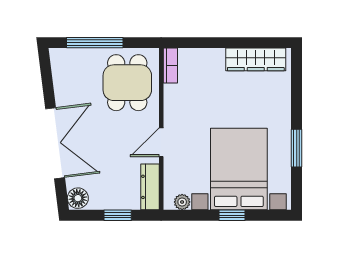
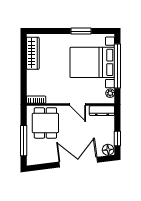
dining table: (127, 83) -> (45, 123), turned 90
window: (118, 215) -> (117, 139), moved
window: (232, 215) -> (117, 66), width x3.17

